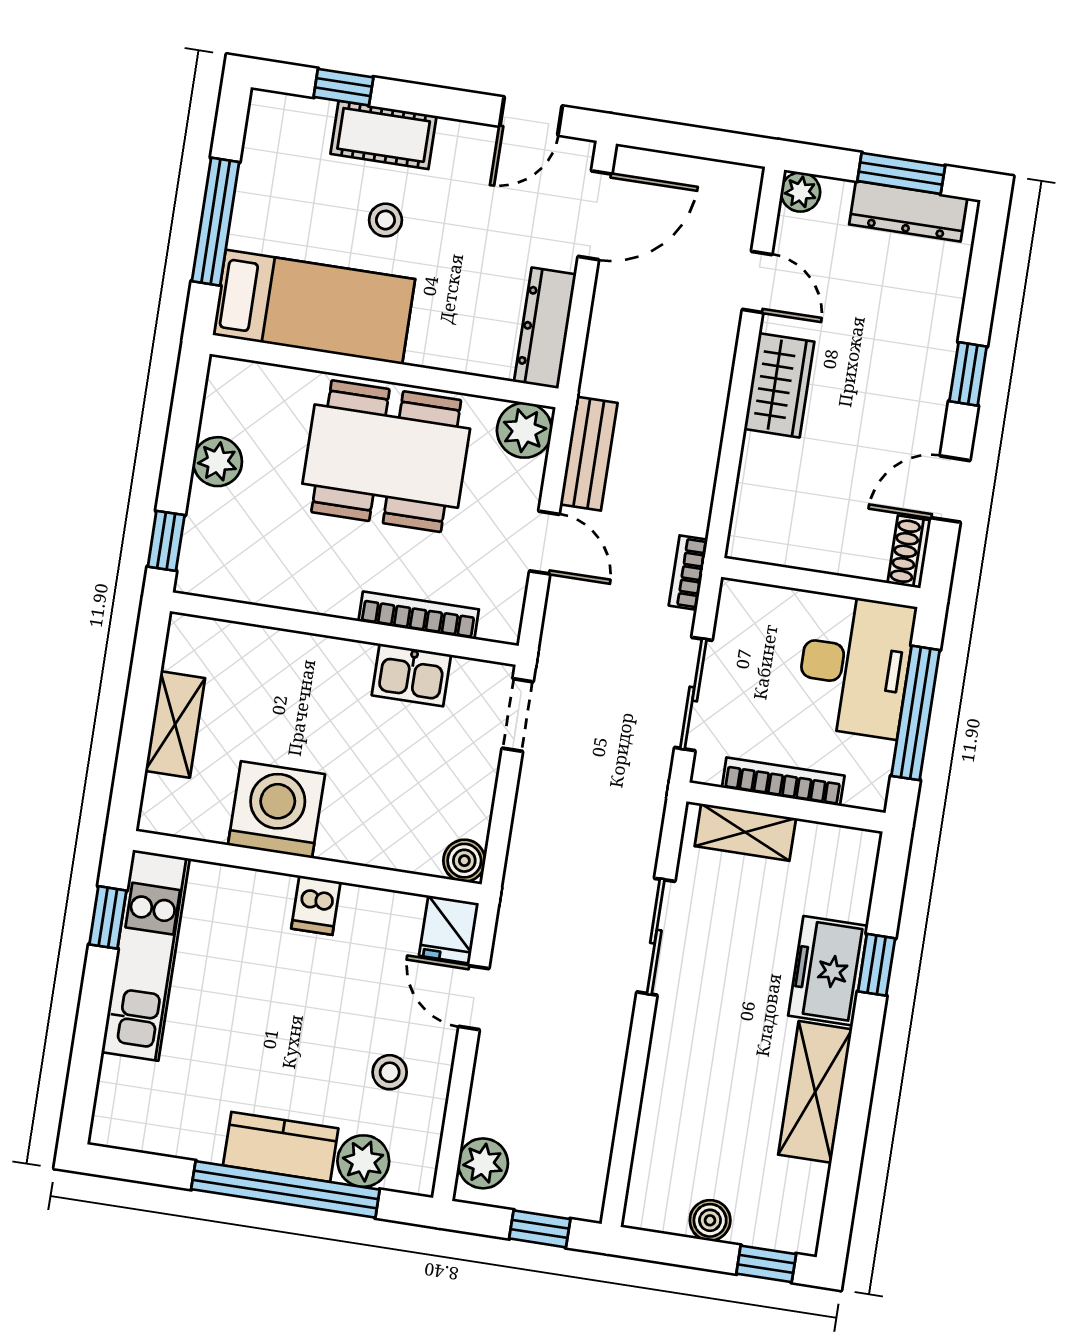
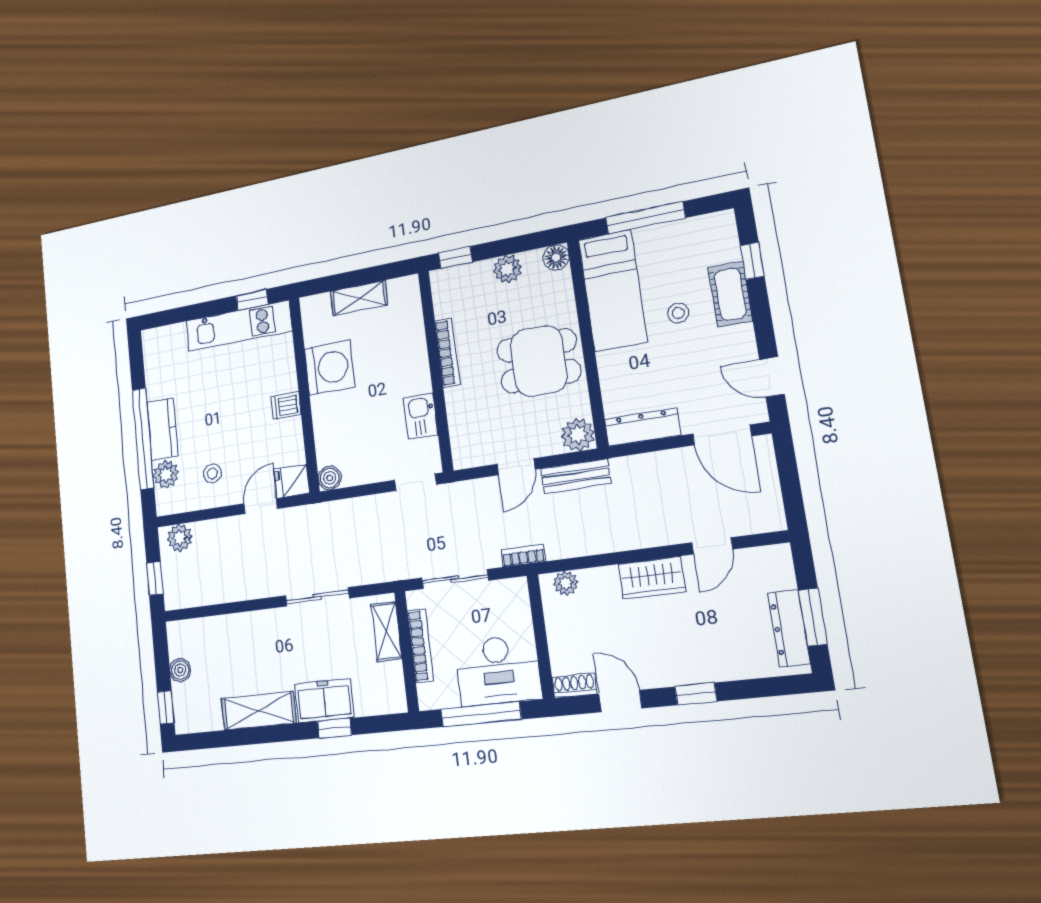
plant: (800, 192) -> (566, 583), moved
floor lamp: (228, 379) -> (556, 258), added
dining table: (386, 456) -> (539, 361), width x0.73
bookcase: (419, 615) -> (447, 353), moved

